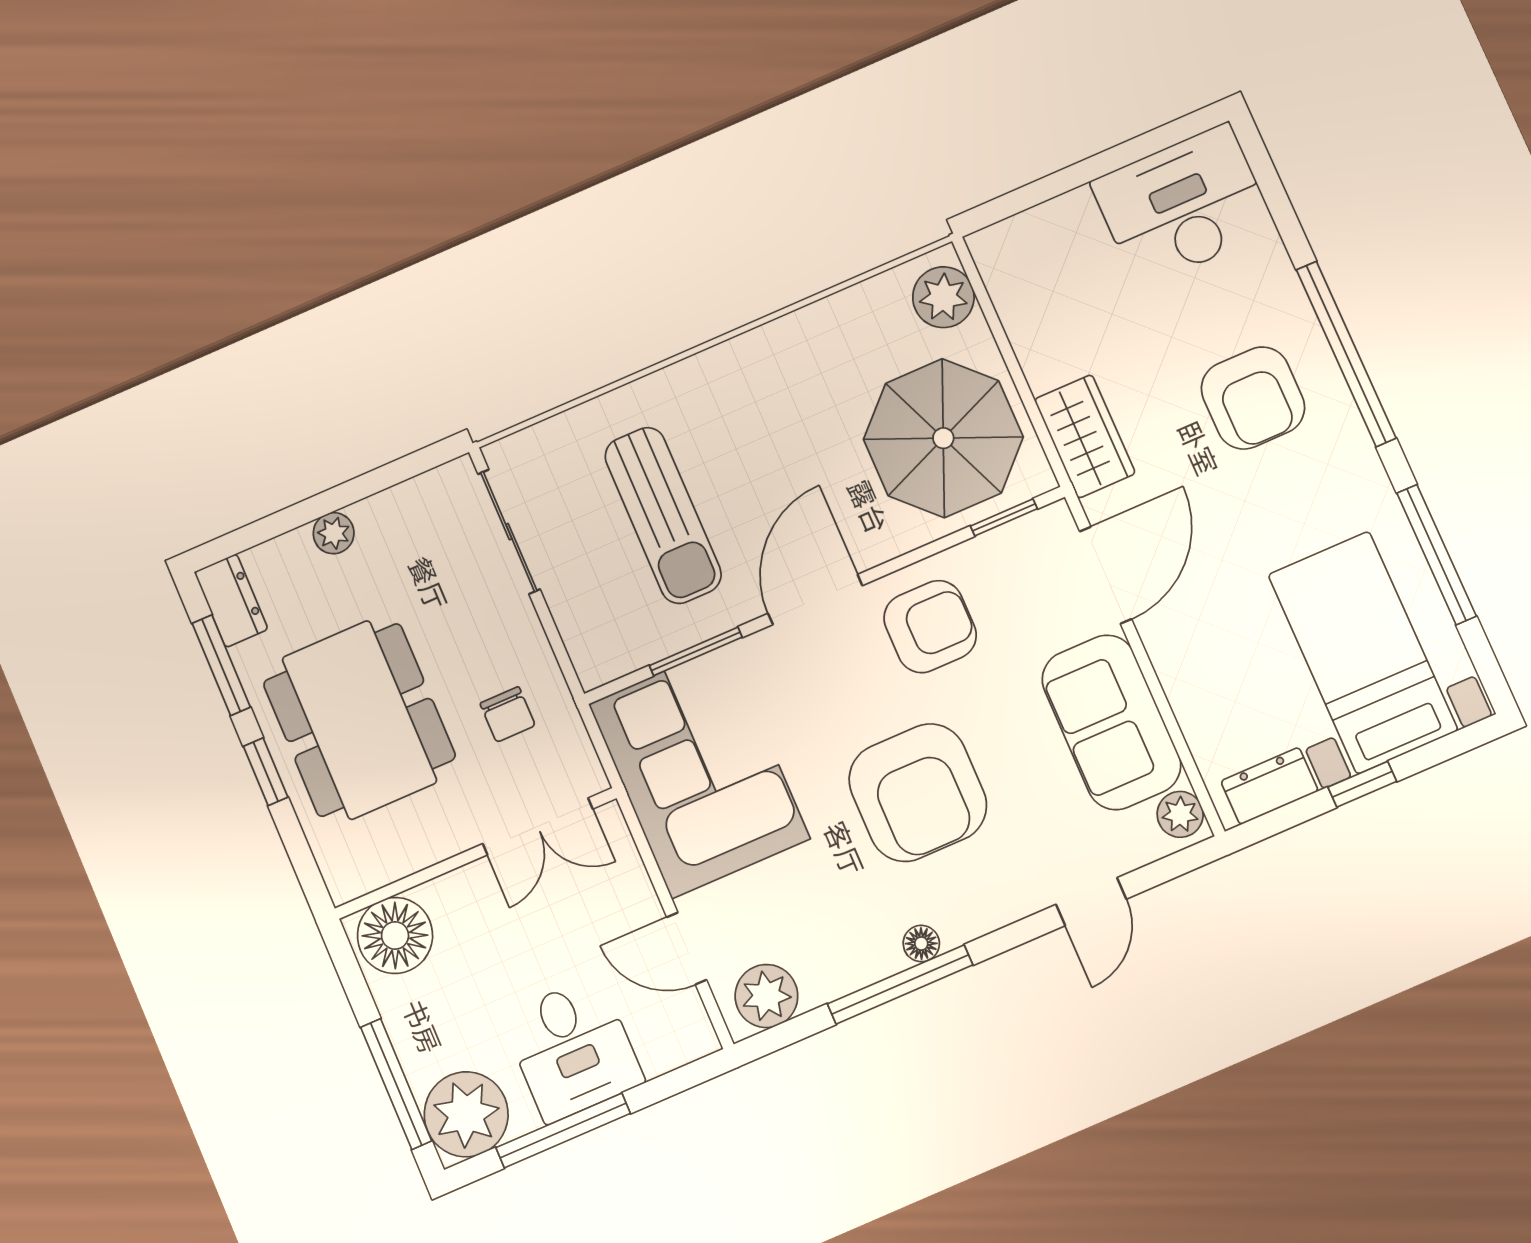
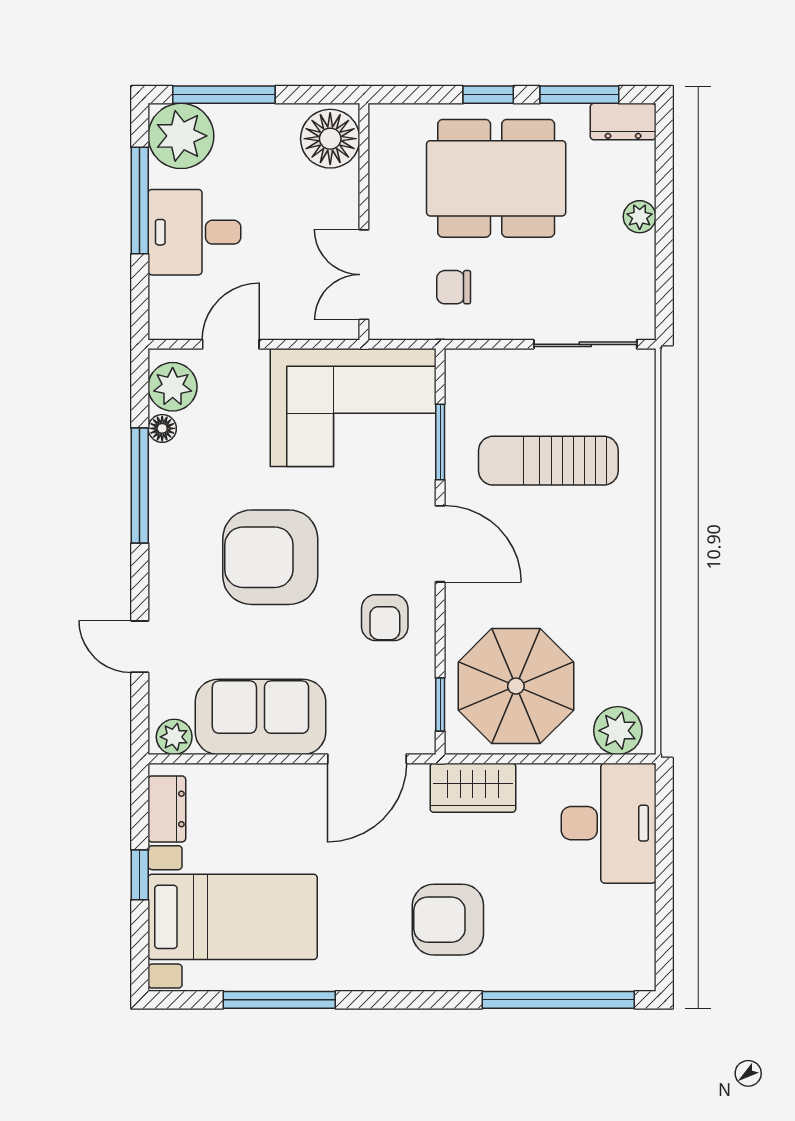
desk: (1183, 205) -> (609, 823), moved
window: (1346, 354) -> (558, 1000), moved
door: (1106, 575) -> (367, 759), hinge flipped
armchair: (930, 627) -> (385, 618), width x0.72, depth x0.72
floor lamp: (921, 944) -> (162, 428), moved

